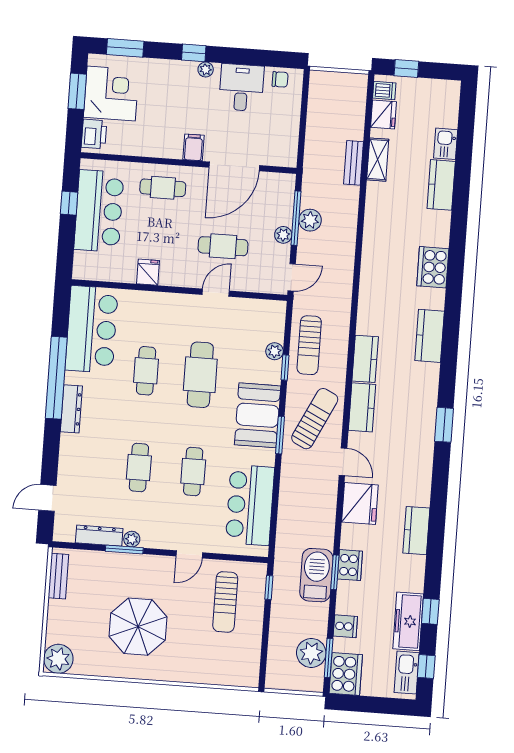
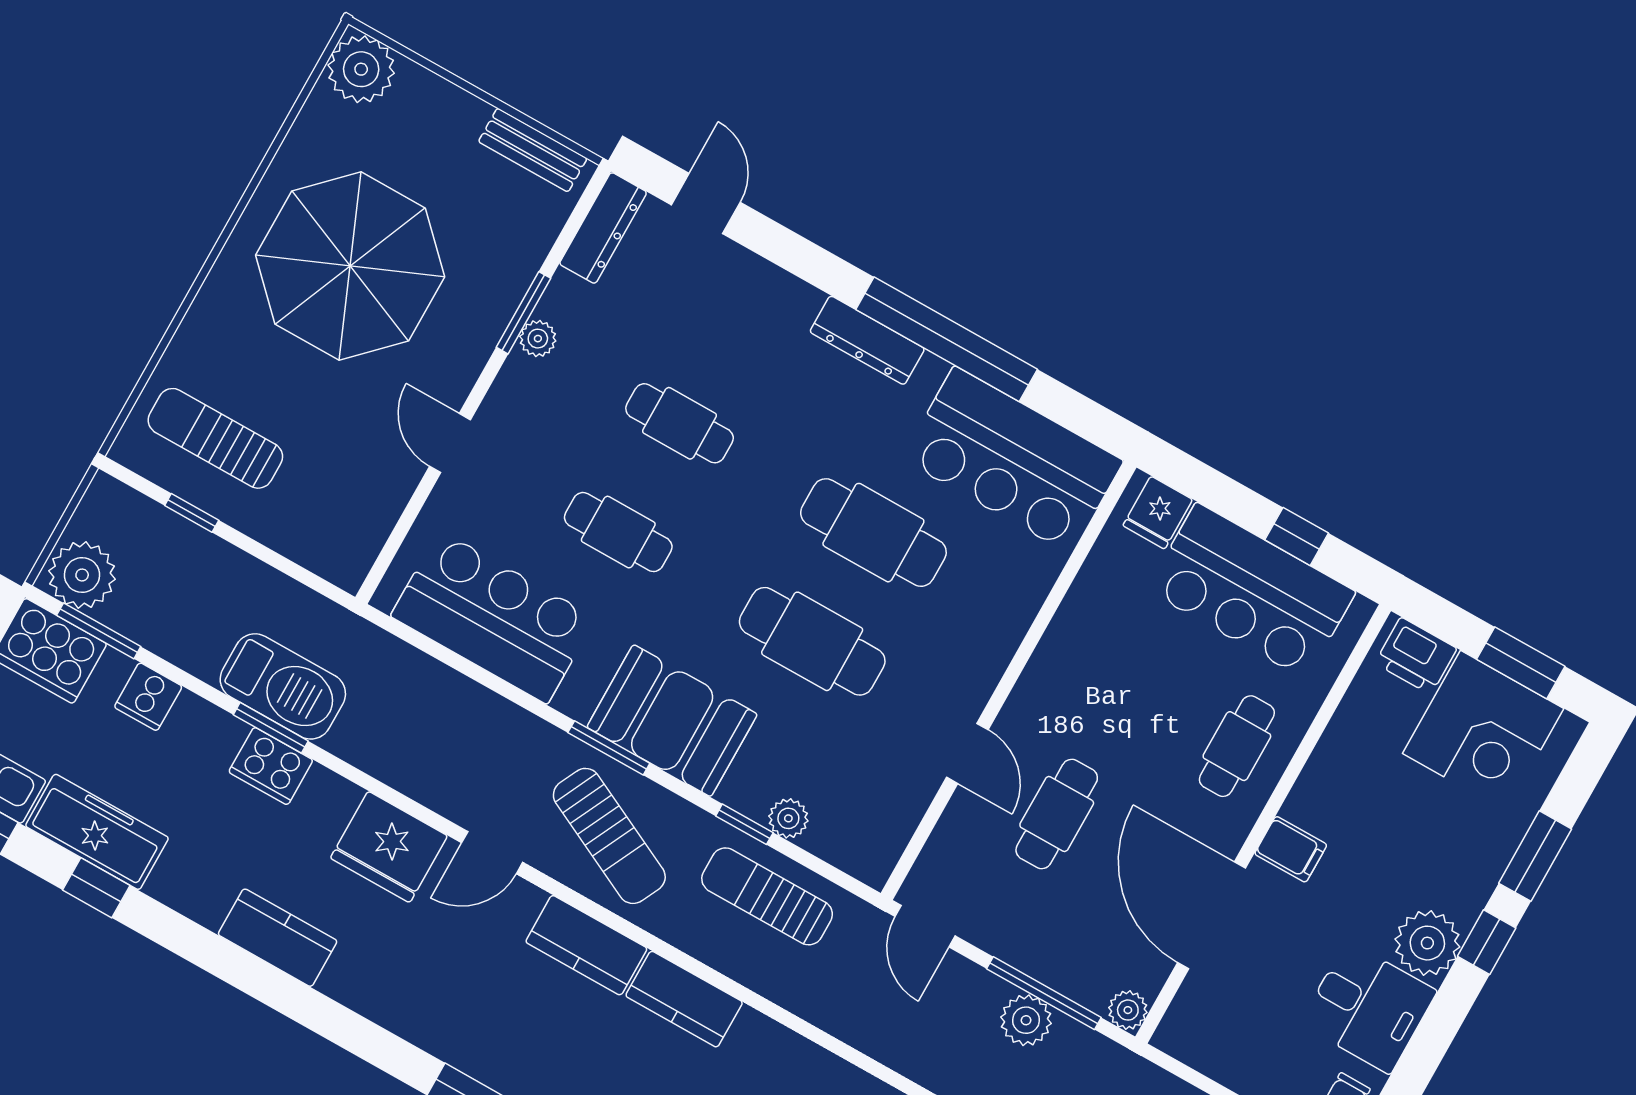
window: (125, 48) -> (1535, 856), moved
plant: (206, 69) -> (1427, 943), width x1.87, depth x1.87
plant: (283, 235) -> (1128, 1010), moved
fridge: (148, 272) -> (1158, 513), moved, turned 90
cafe table: (146, 371) -> (873, 533), width x1.37, depth x1.35
dresser: (99, 536) -> (603, 228), moved
window: (269, 588) -> (192, 513), moved
sun lounger: (225, 602) -> (215, 438), moved
parasol: (138, 627) -> (350, 266), width x1.36, depth x1.36
plant: (311, 653) -> (82, 575), moved

